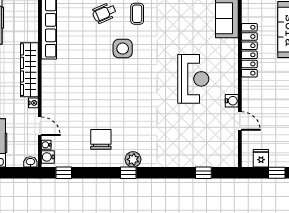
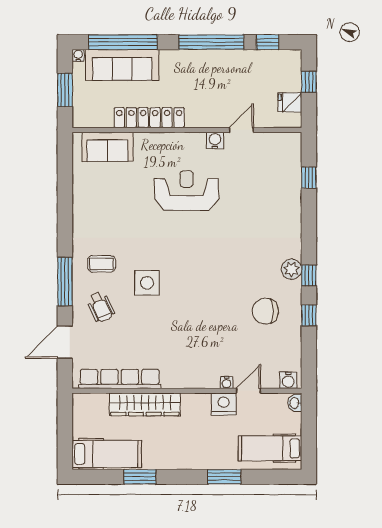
wardrobe: (29, 70) -> (145, 404), moved
nightstand: (33, 103) -> (224, 404), width x1.89, depth x1.79
water cooler: (46, 145) -> (227, 383), moved
window: (64, 173) -> (309, 315), moved

